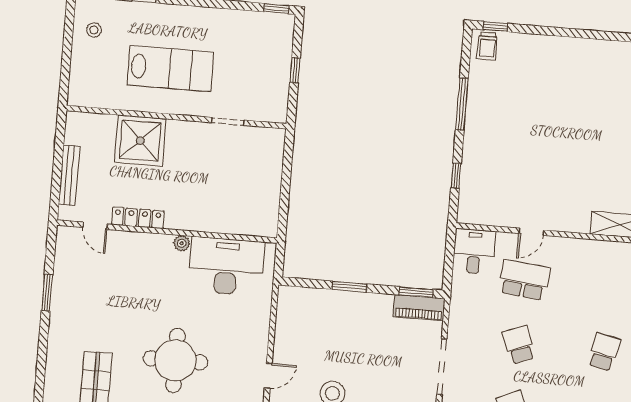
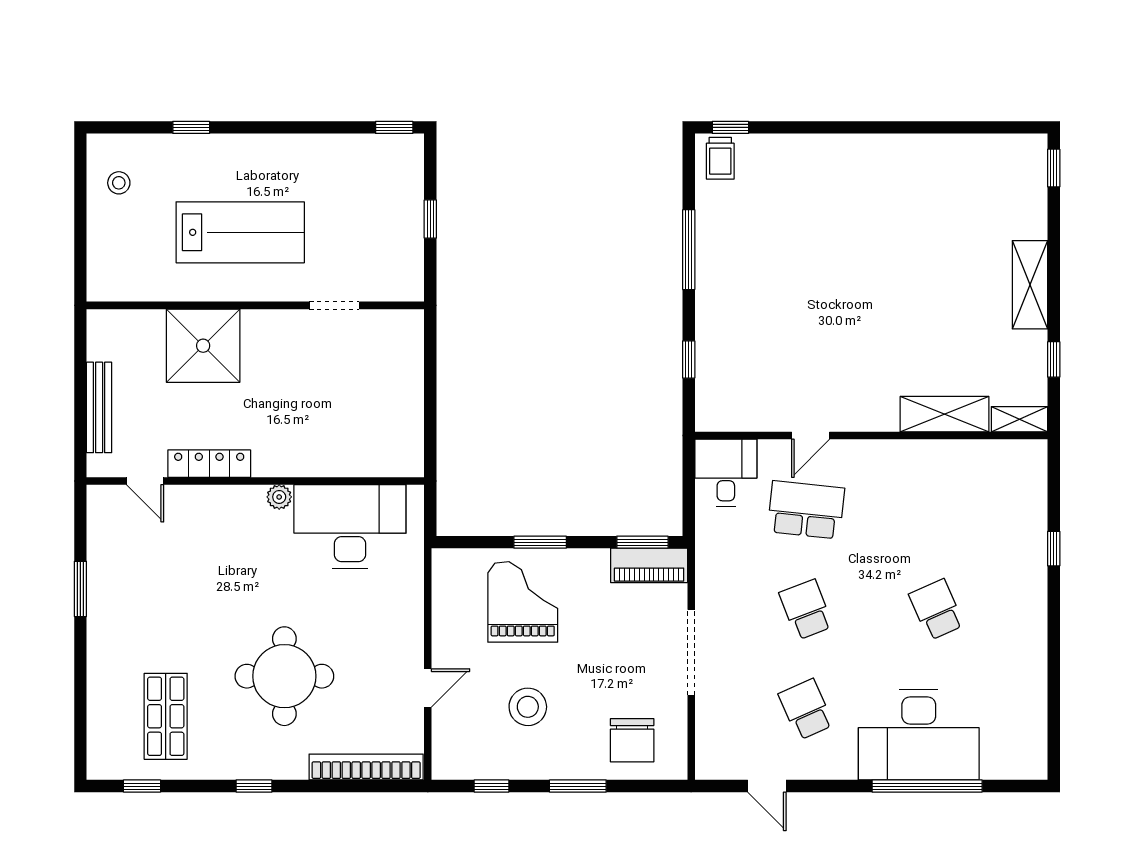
grand piano: (335, 325) -> (523, 602), added
school desk: (604, 352) -> (937, 610), turned -36

